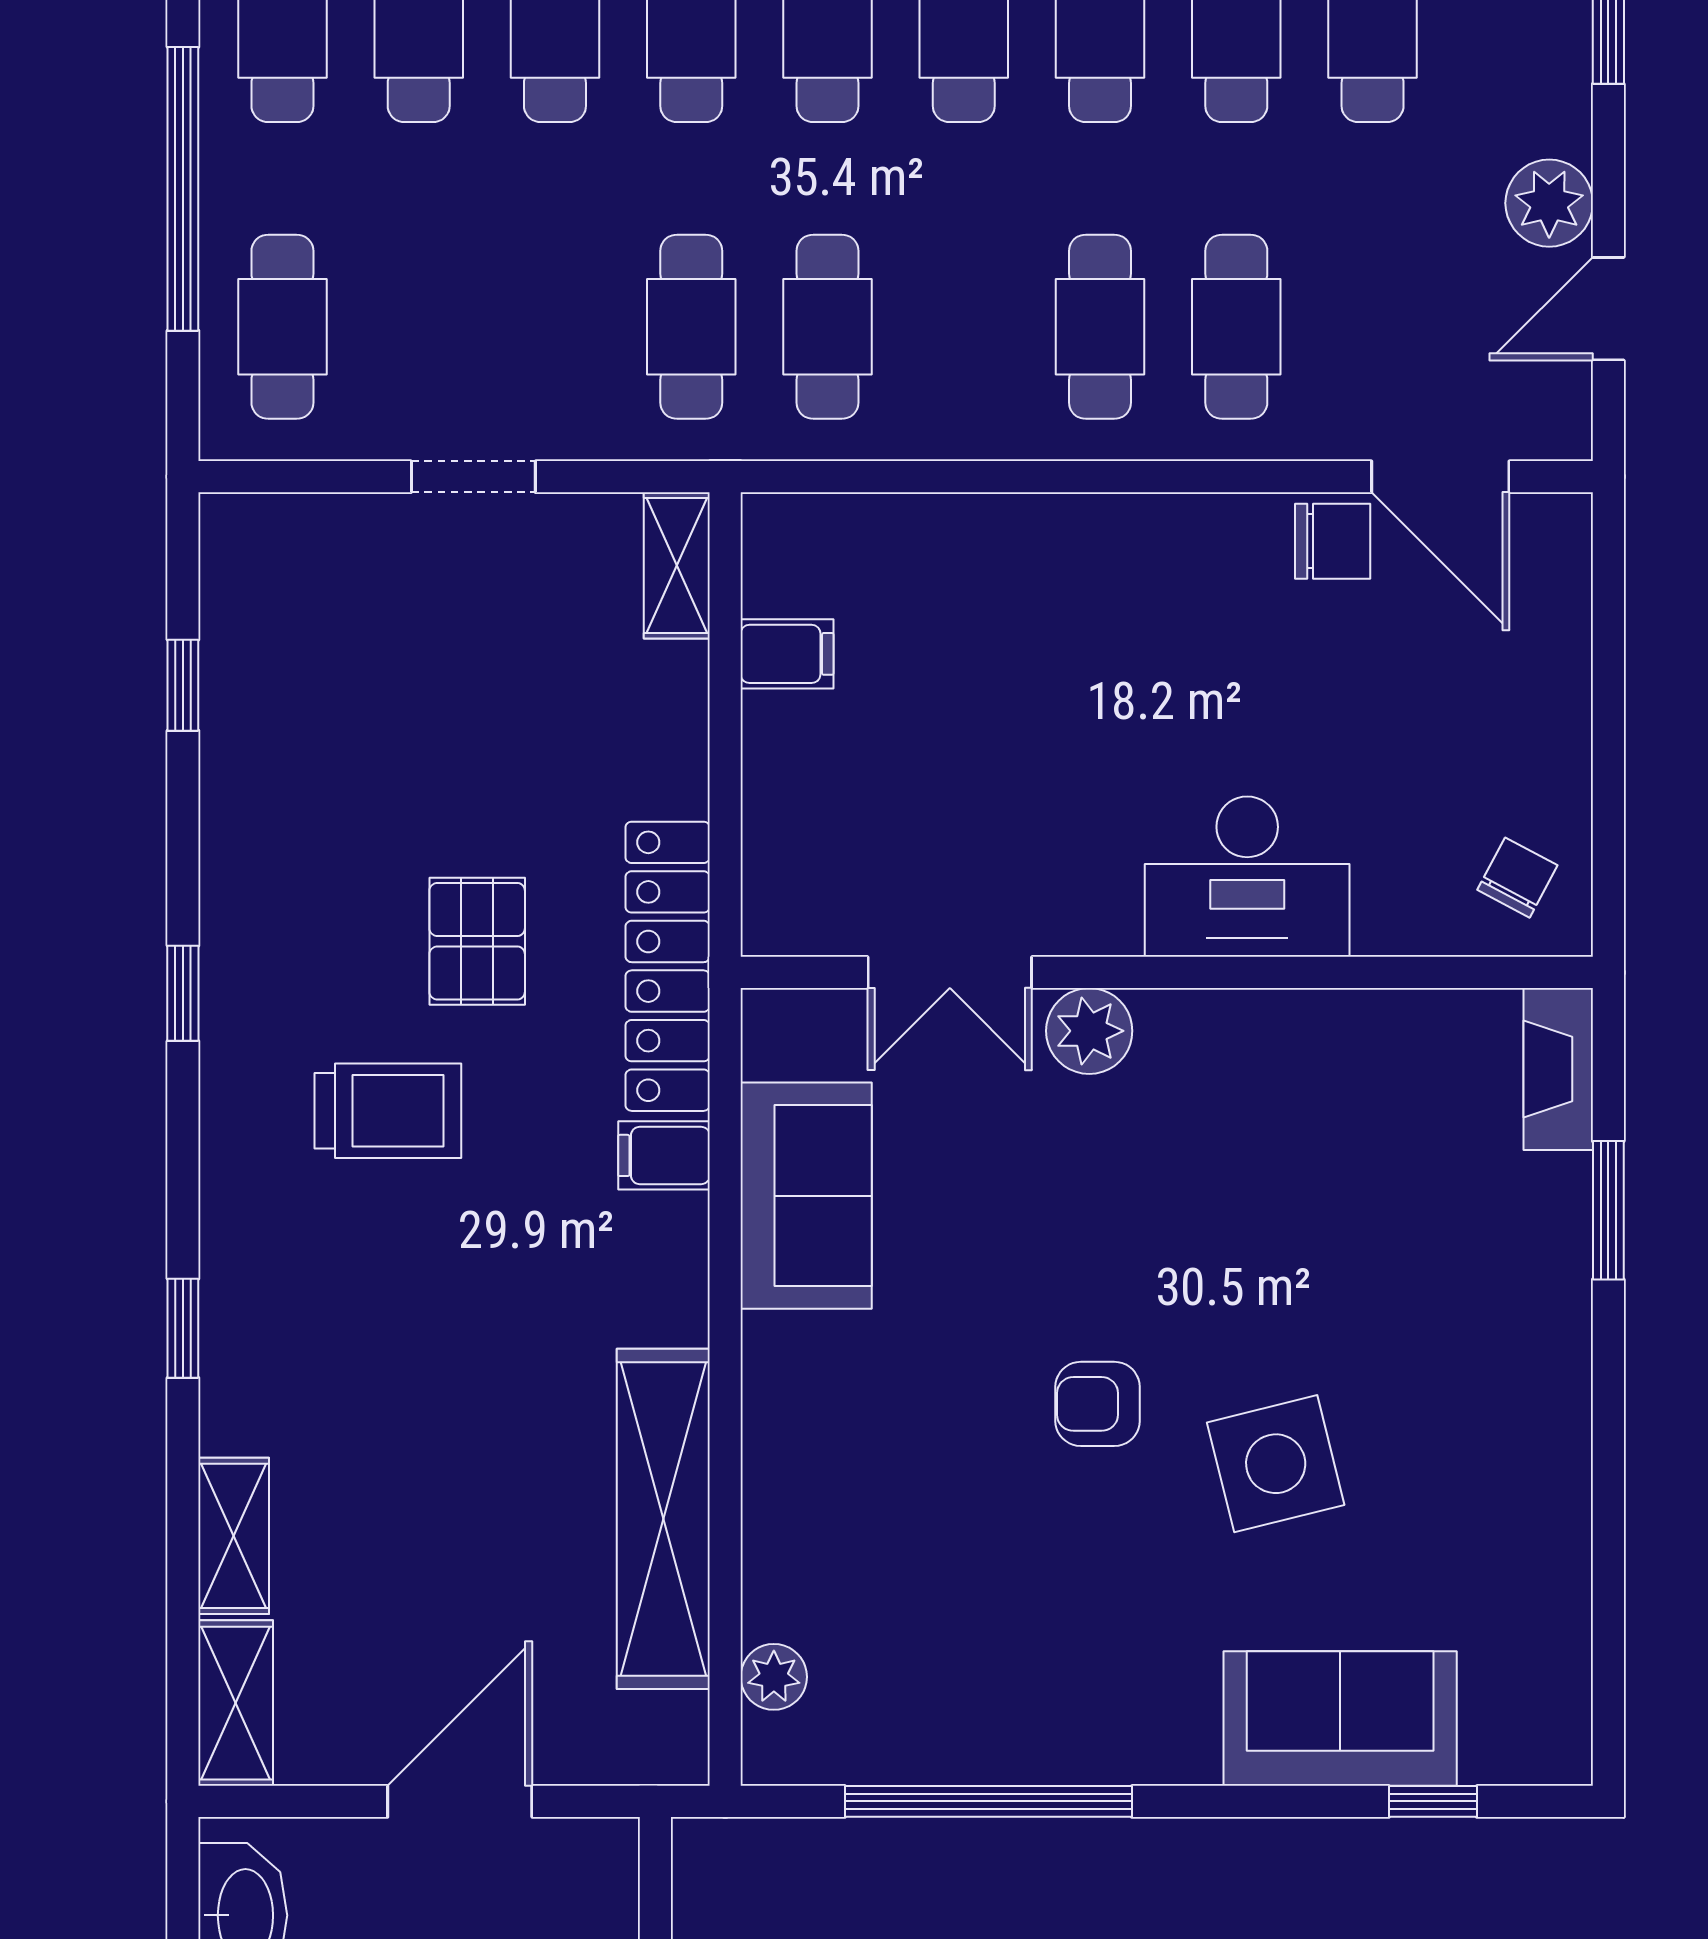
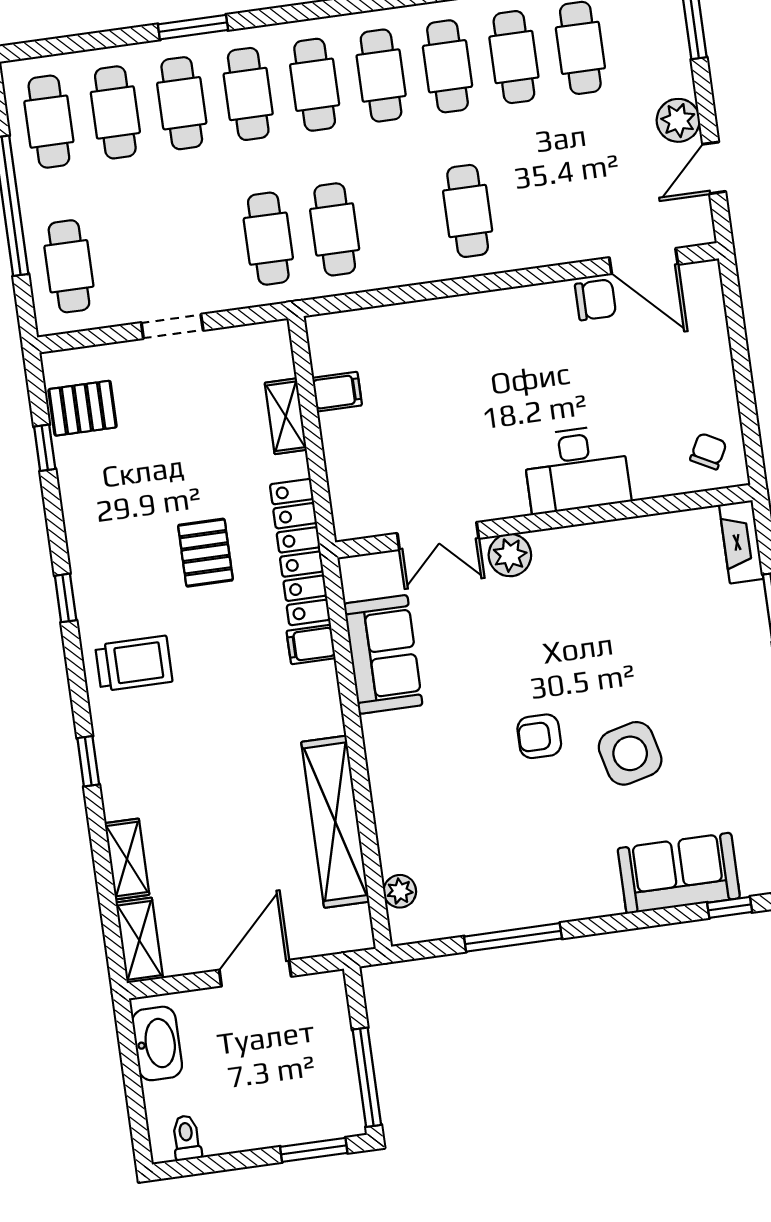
cafe table: (1236, 327) -> (534, 202), removed
shelving: (677, 565) -> (286, 416), moved
pallet: (270, 616) -> (83, 408), added
trolley: (388, 1111) -> (134, 663), moved
window: (988, 1801) -> (513, 937), width x0.68

